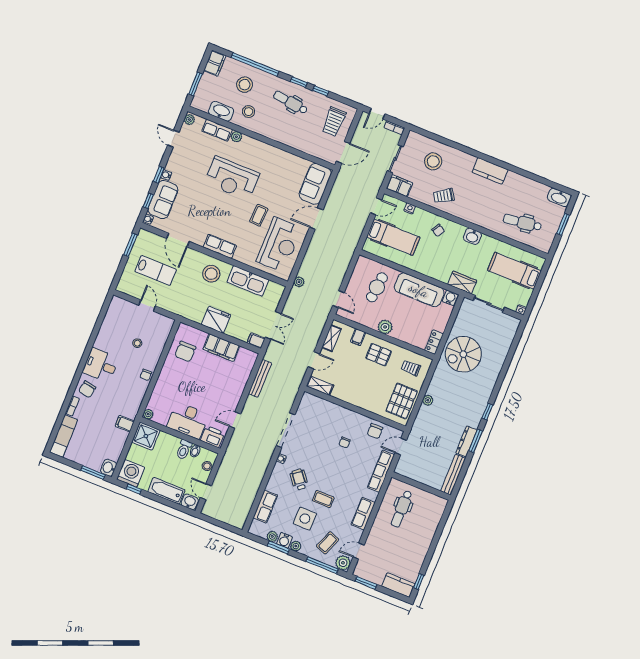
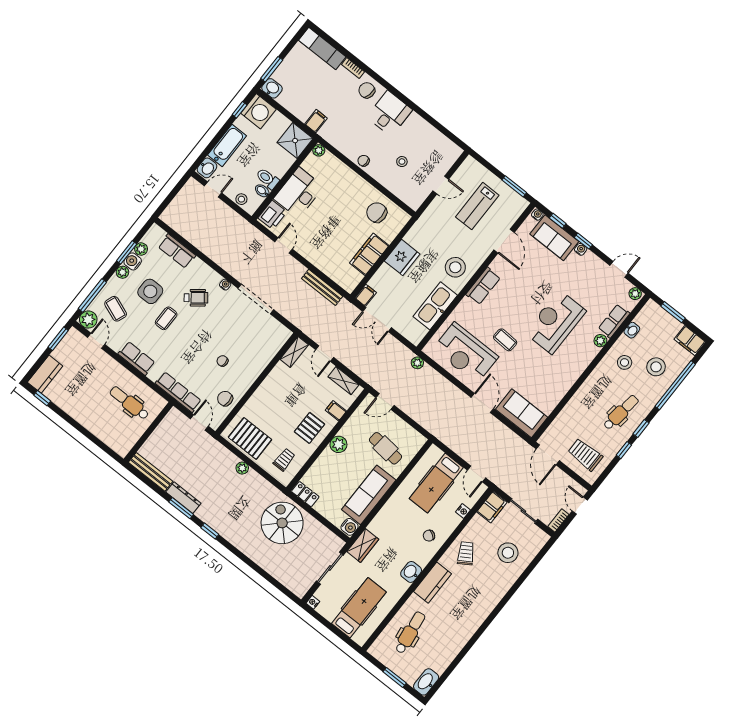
washbasin: (221, 111) -> (632, 330), width x0.52, depth x0.69
kitchen counter: (490, 171) -> (433, 583), moved, turned 180
door: (178, 240) -> (504, 241), swing flipped

